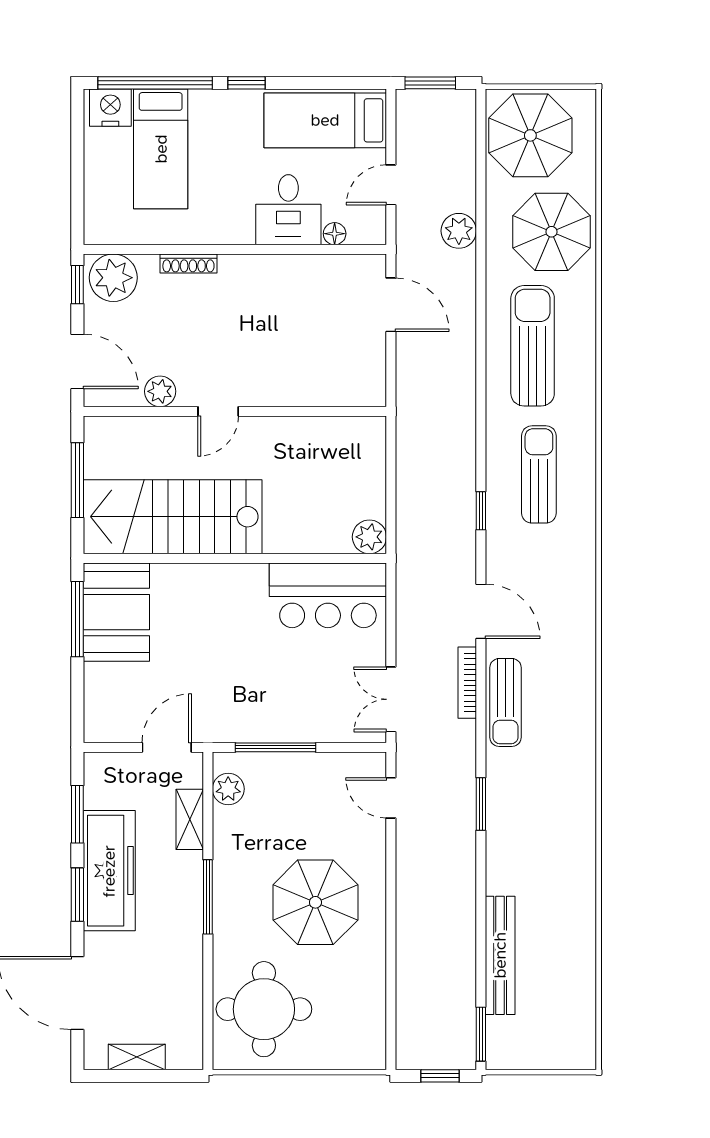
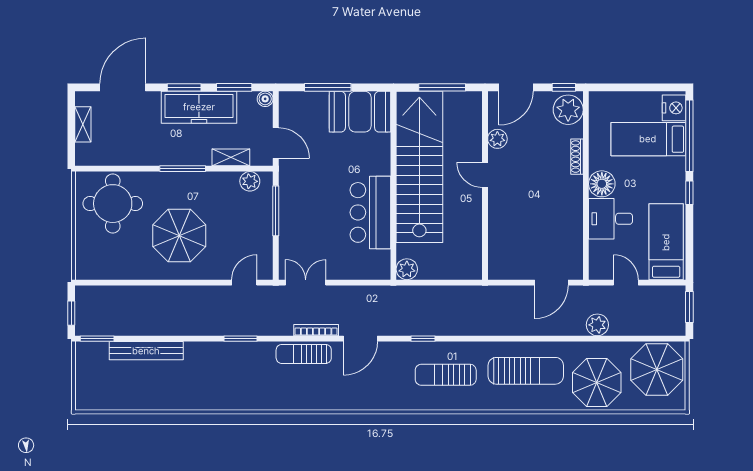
floor lamp: (335, 234) -> (602, 184), moved, width x1.89, depth x1.89
sun lounger: (539, 474) -> (446, 375), turned 180
stairs: (173, 517) -> (419, 167), width x1.36
bar counter: (328, 595) -> (370, 212), moved
window: (77, 619) -> (328, 87), moved
boiler: (96, 764) -> (265, 99), added

